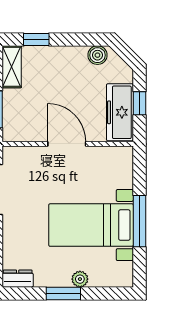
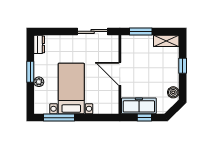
window: (36, 40) -> (183, 66), moved
door: (67, 144) -> (120, 74), swing flipped
window: (139, 221) -> (59, 118), moved

